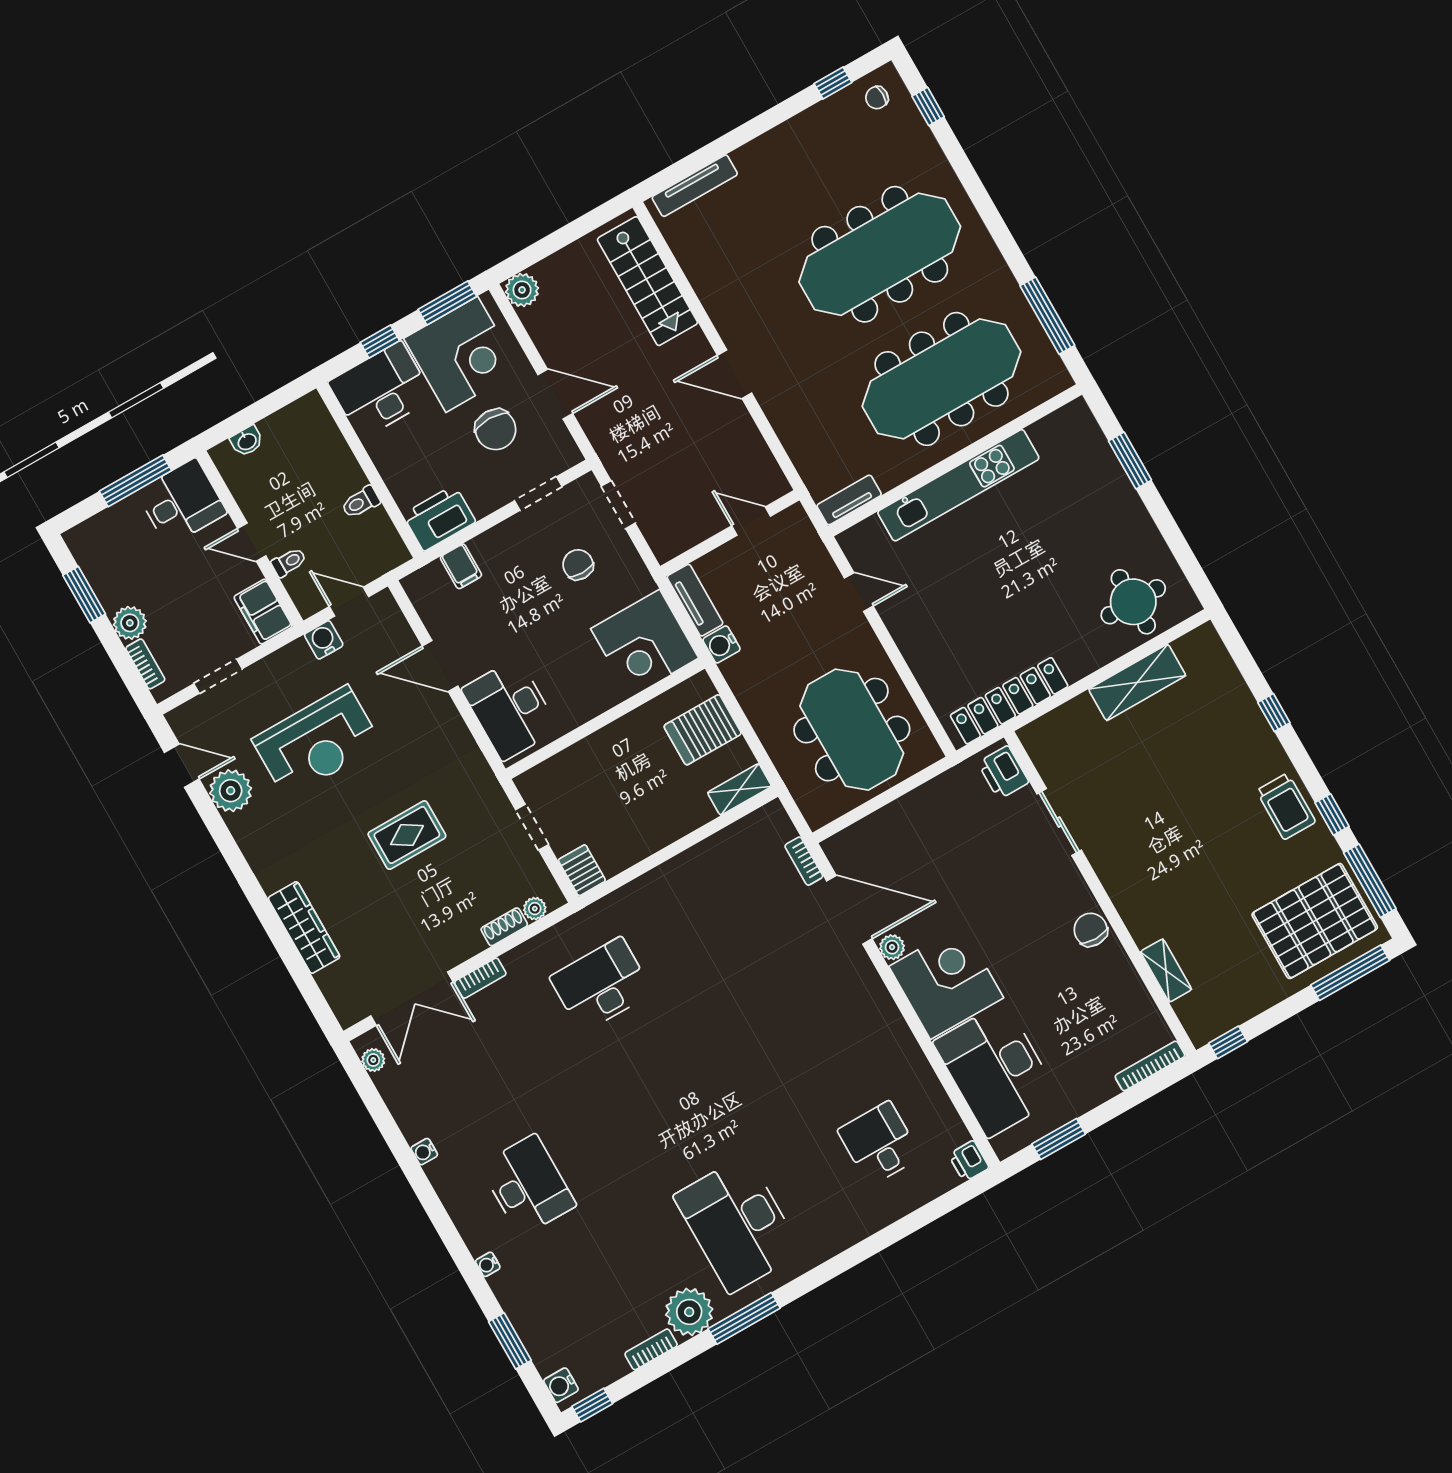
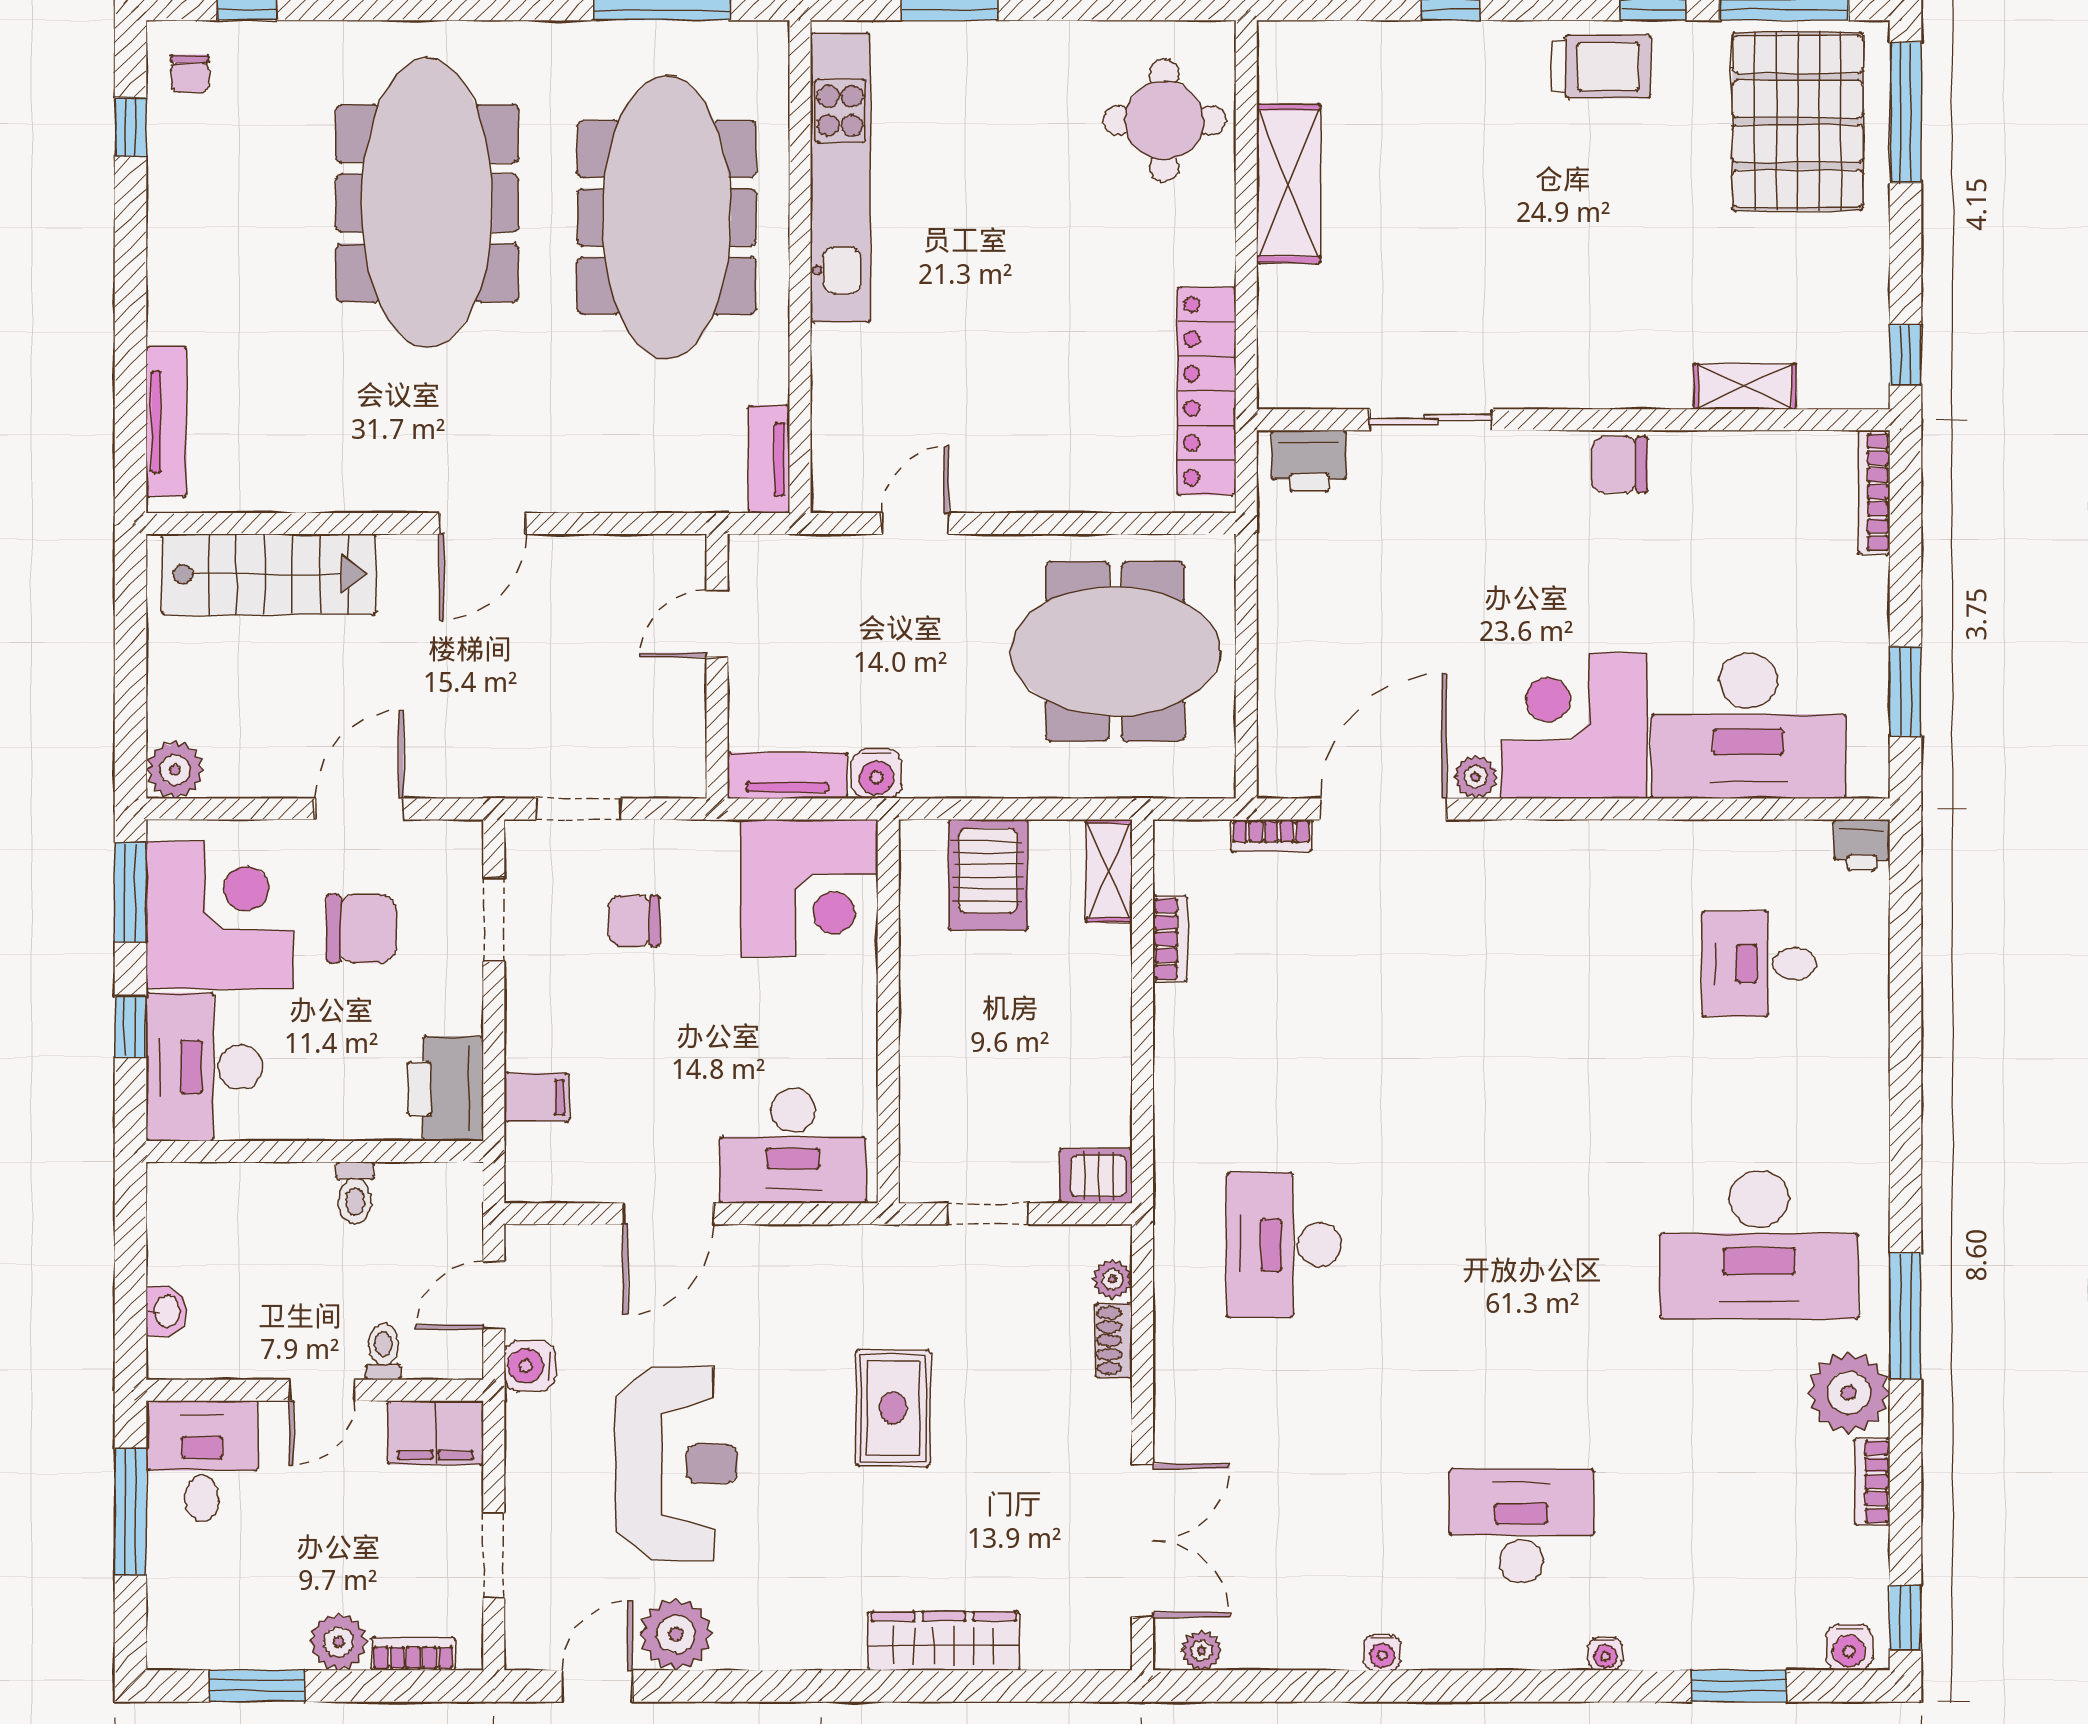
kitchen unit: (958, 485) -> (840, 177), moved
bookcase: (480, 978) -> (1170, 939), moved

